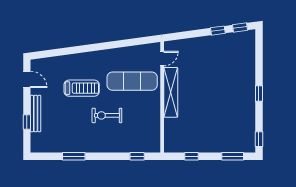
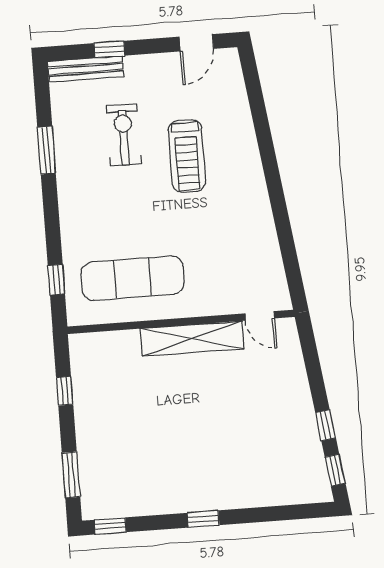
exercise mat: (132, 81) -> (133, 278), moved, turned 90
bench: (36, 114) -> (85, 69), moved
exercise bike: (107, 115) -> (124, 135), moved

